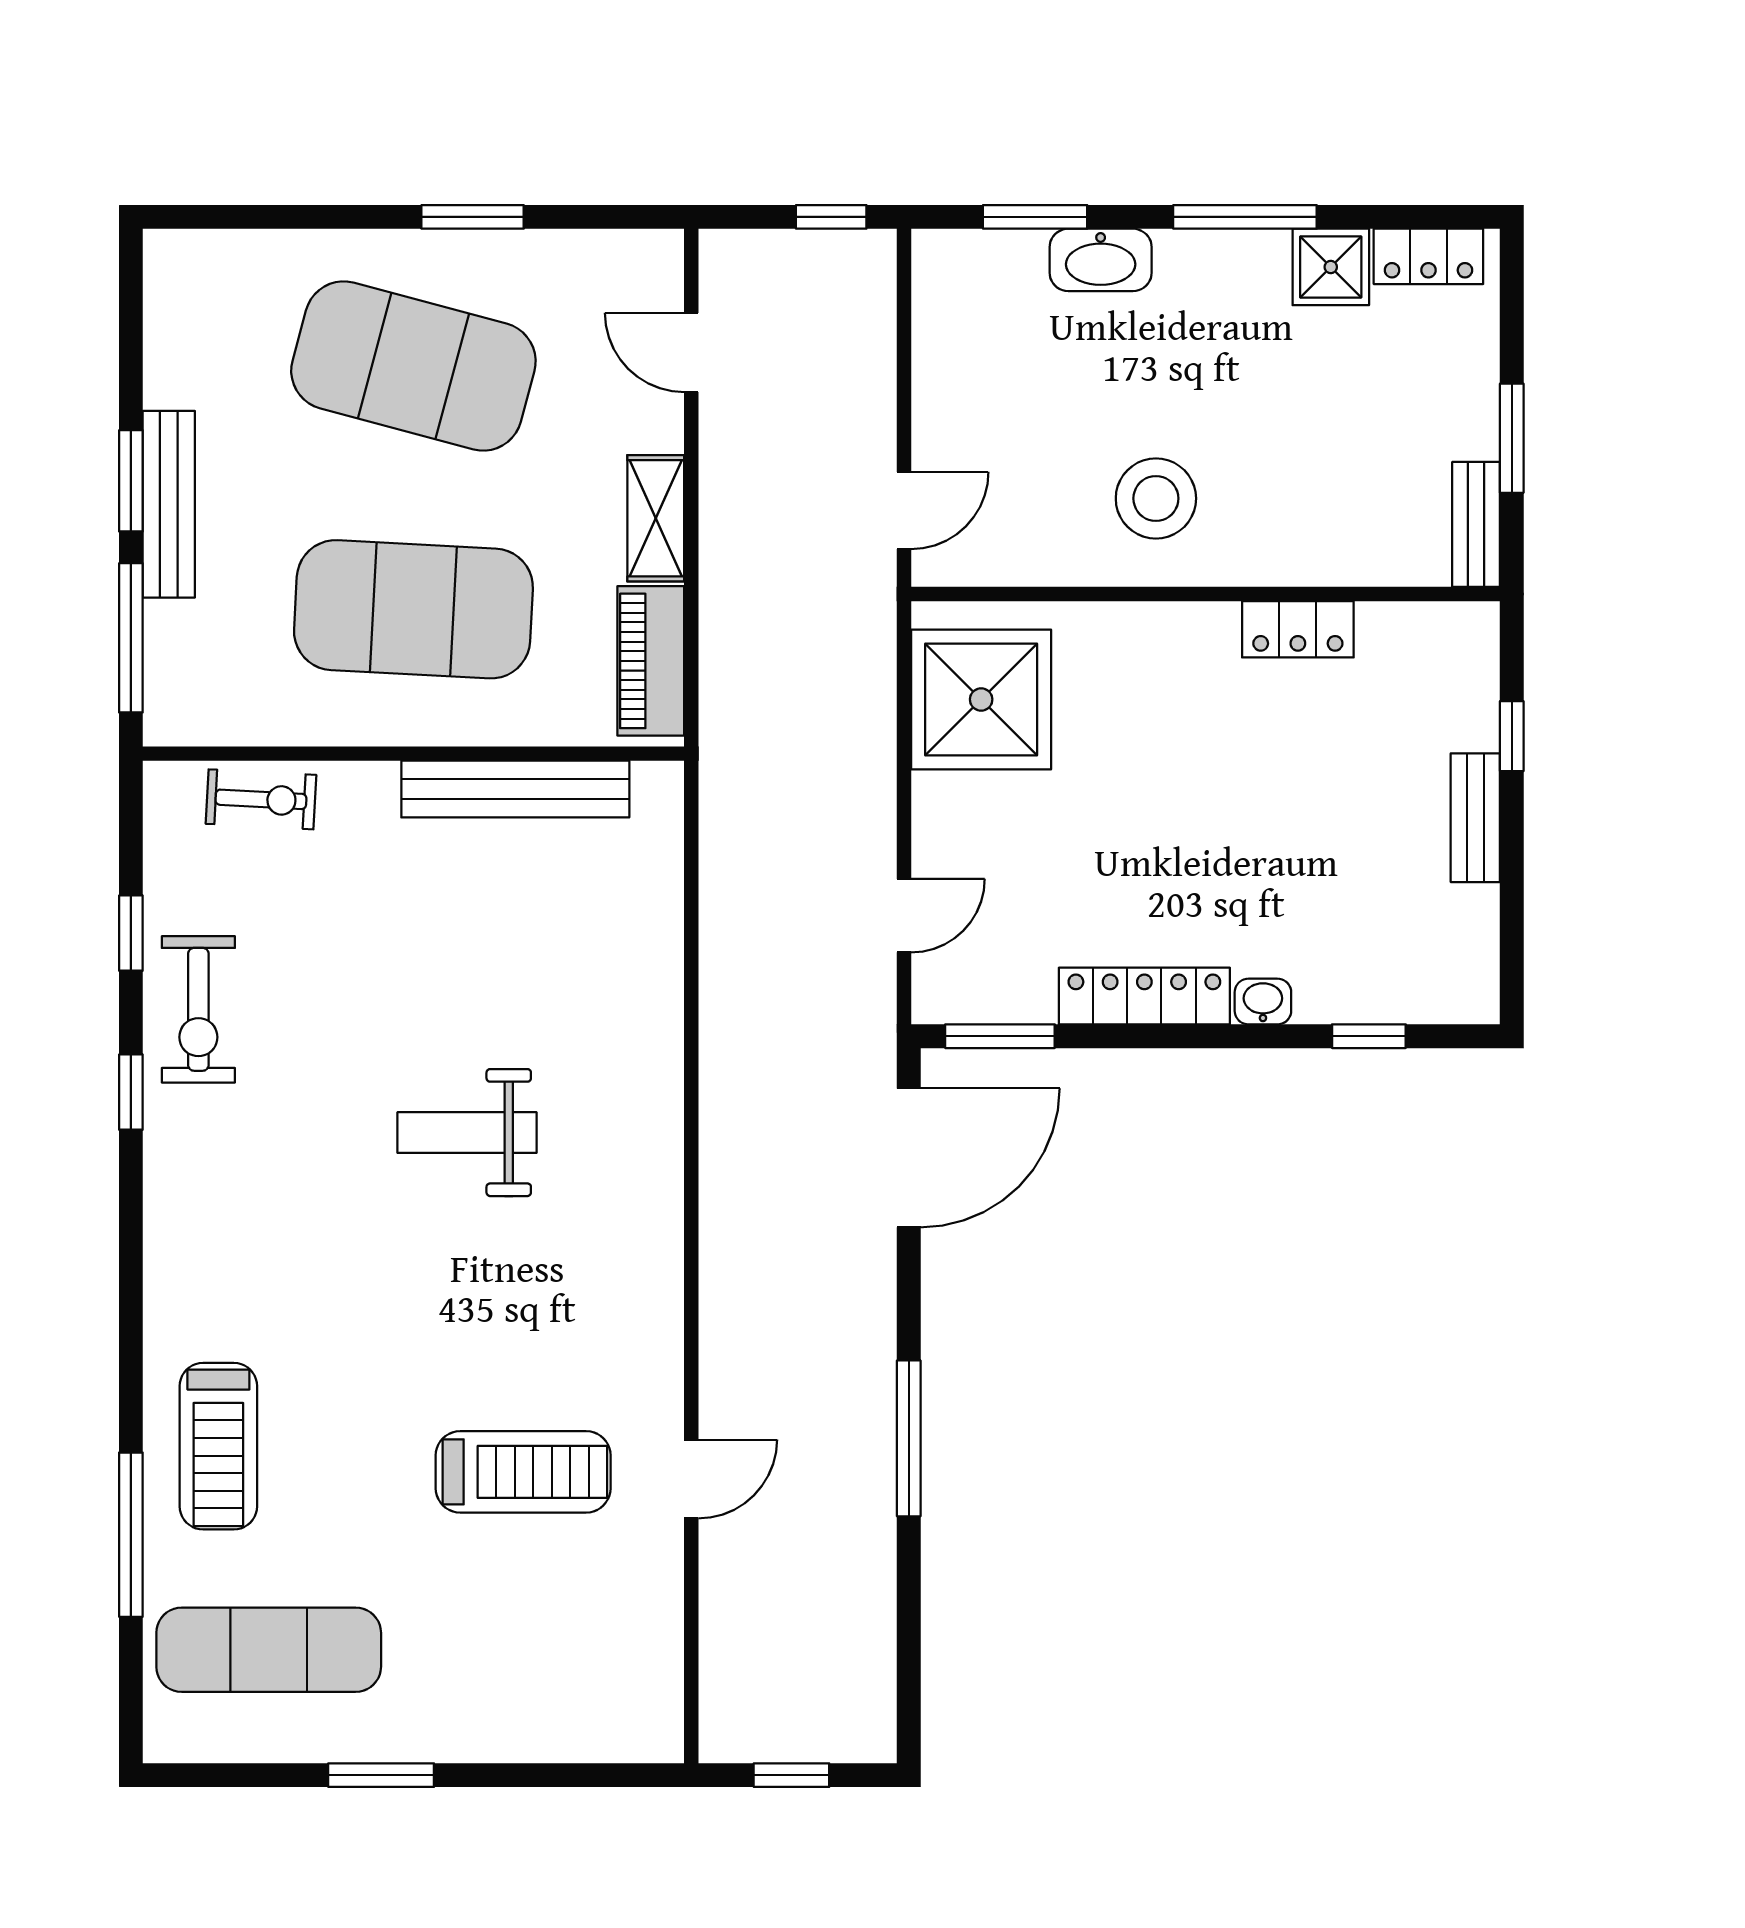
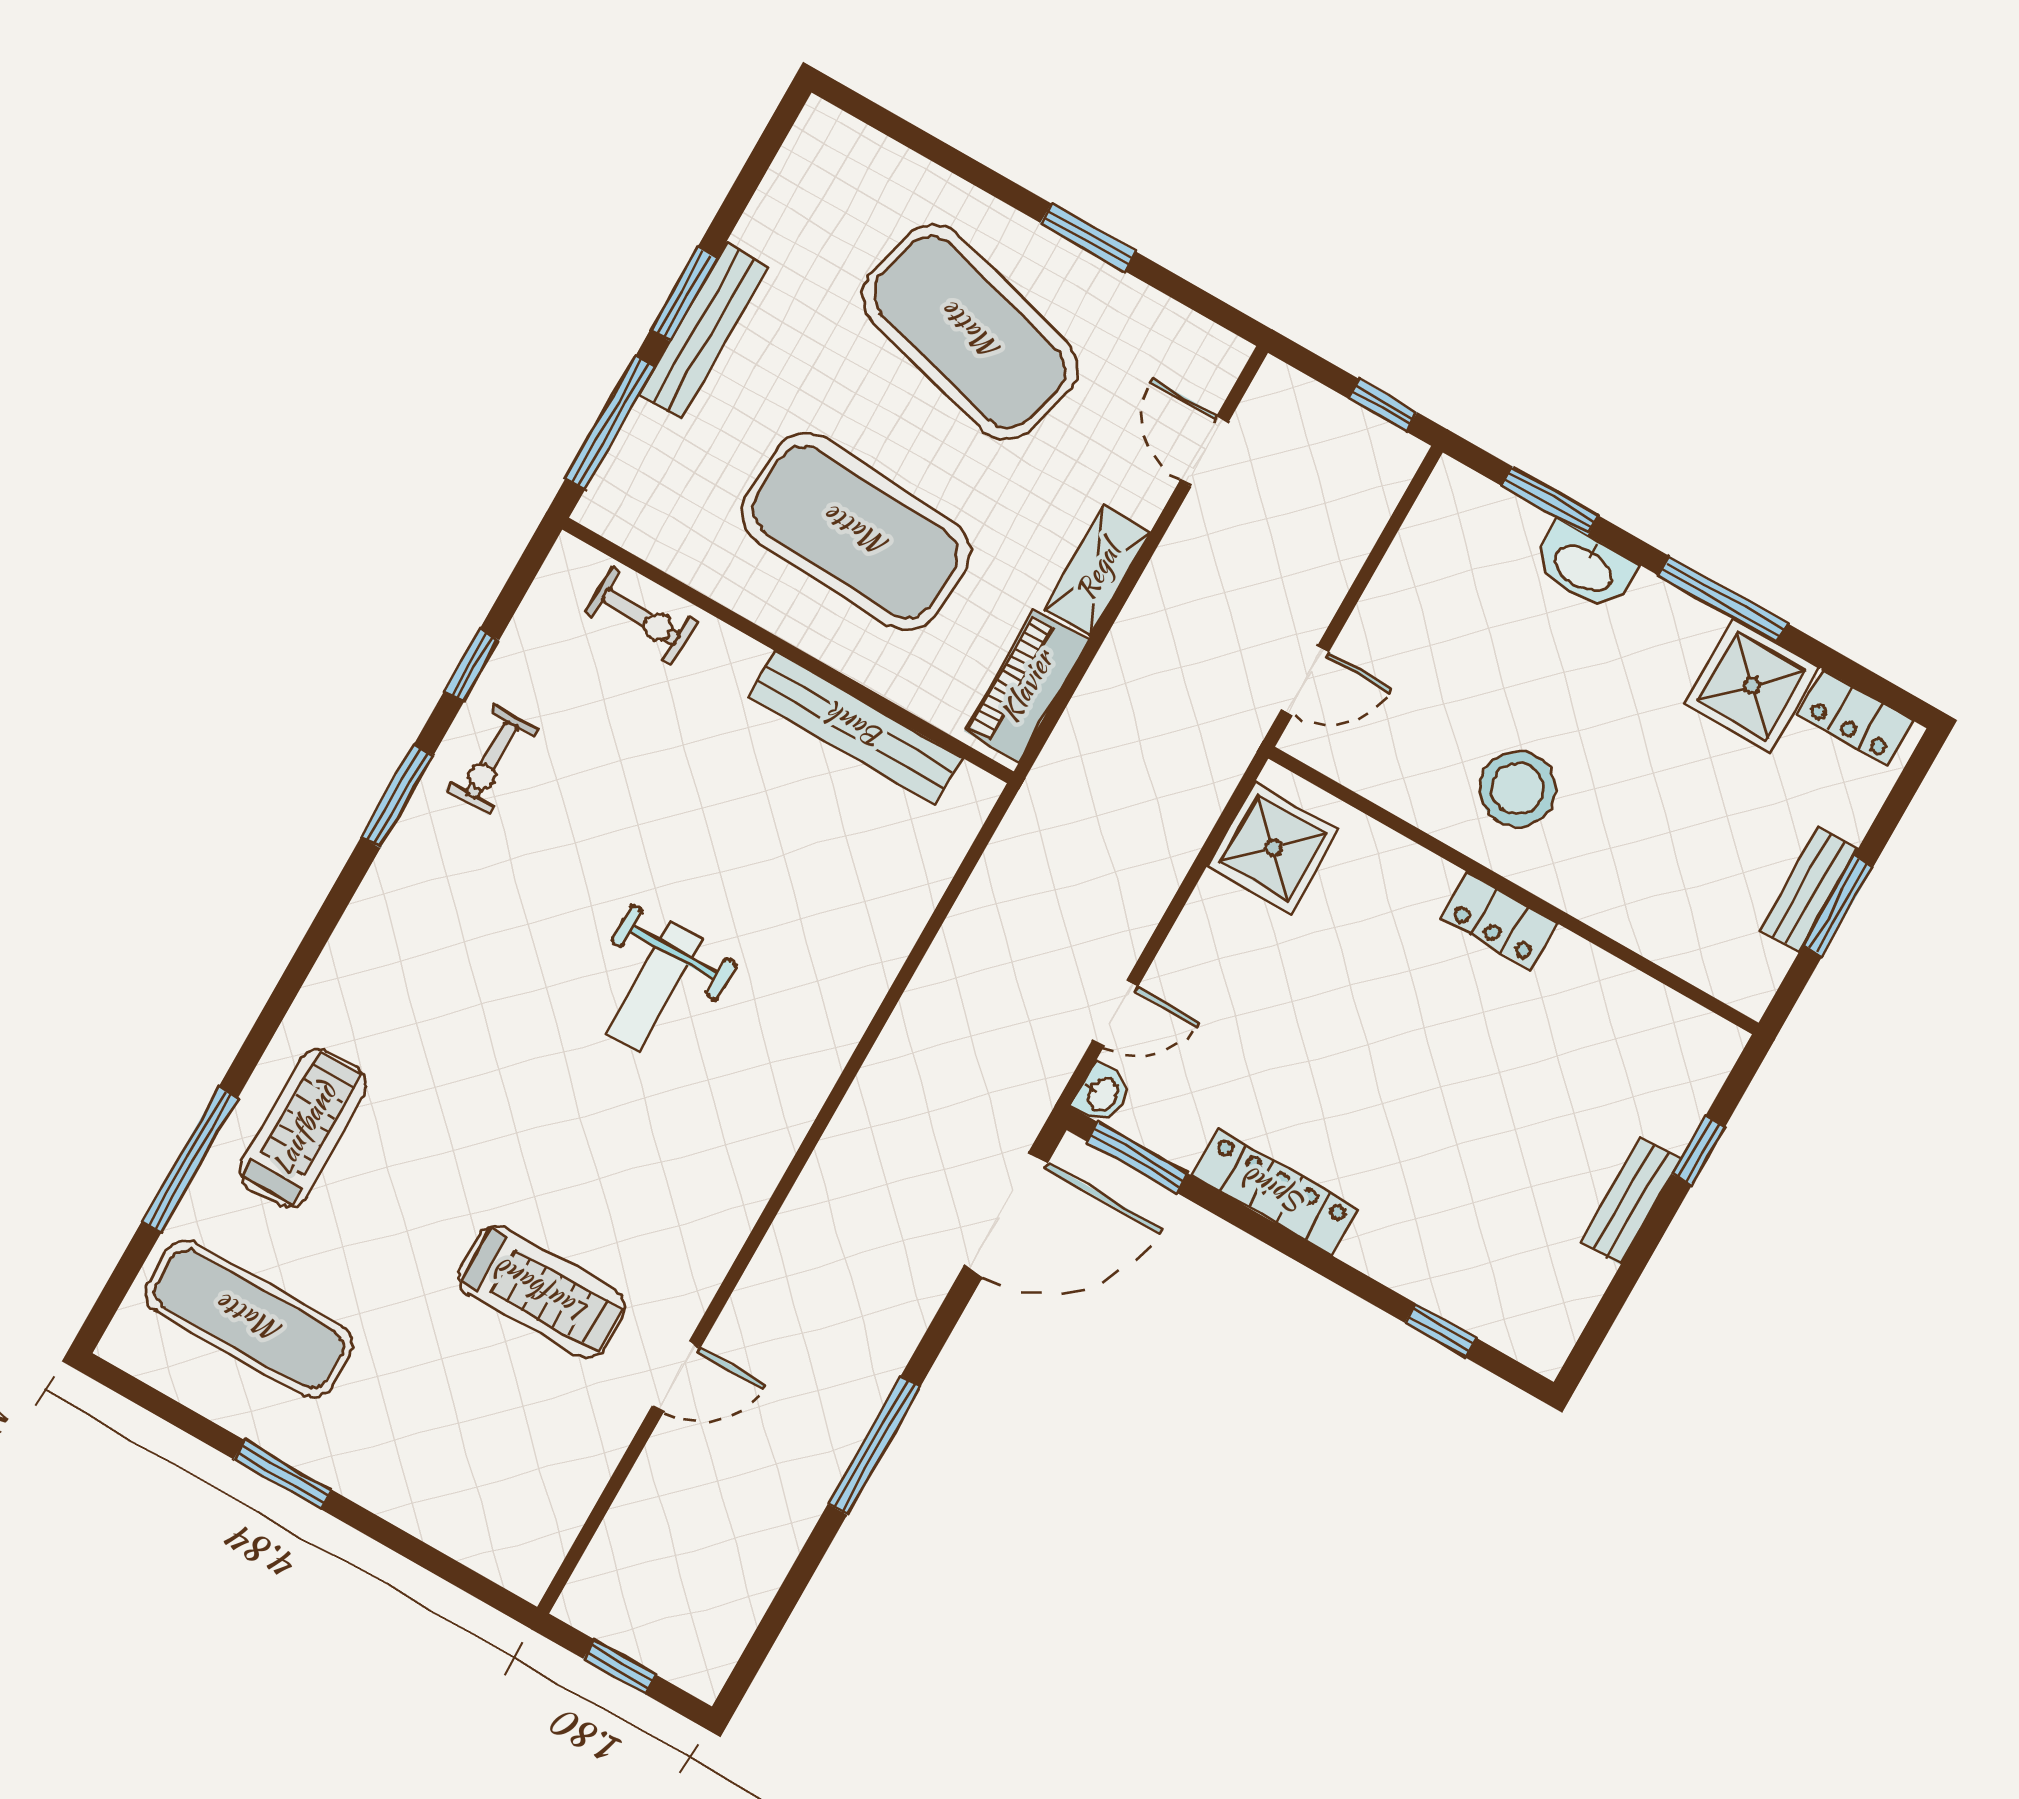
shower: (1331, 267) -> (1752, 685), width x1.36, depth x1.36
bench: (1476, 524) -> (1809, 889), moved
locker: (1298, 629) -> (1499, 921), moved
shower: (981, 699) -> (1273, 848), width x0.73, depth x0.73
washbasin: (1263, 1002) -> (1102, 1094), moved, turned 90
exercise bike: (198, 1009) -> (491, 760), width x0.73, depth x0.72
window: (131, 1092) -> (397, 796), width x1.50
weight bench: (467, 1133) -> (654, 987), turned -90
treadmill: (218, 1446) -> (303, 1128), turned 180

